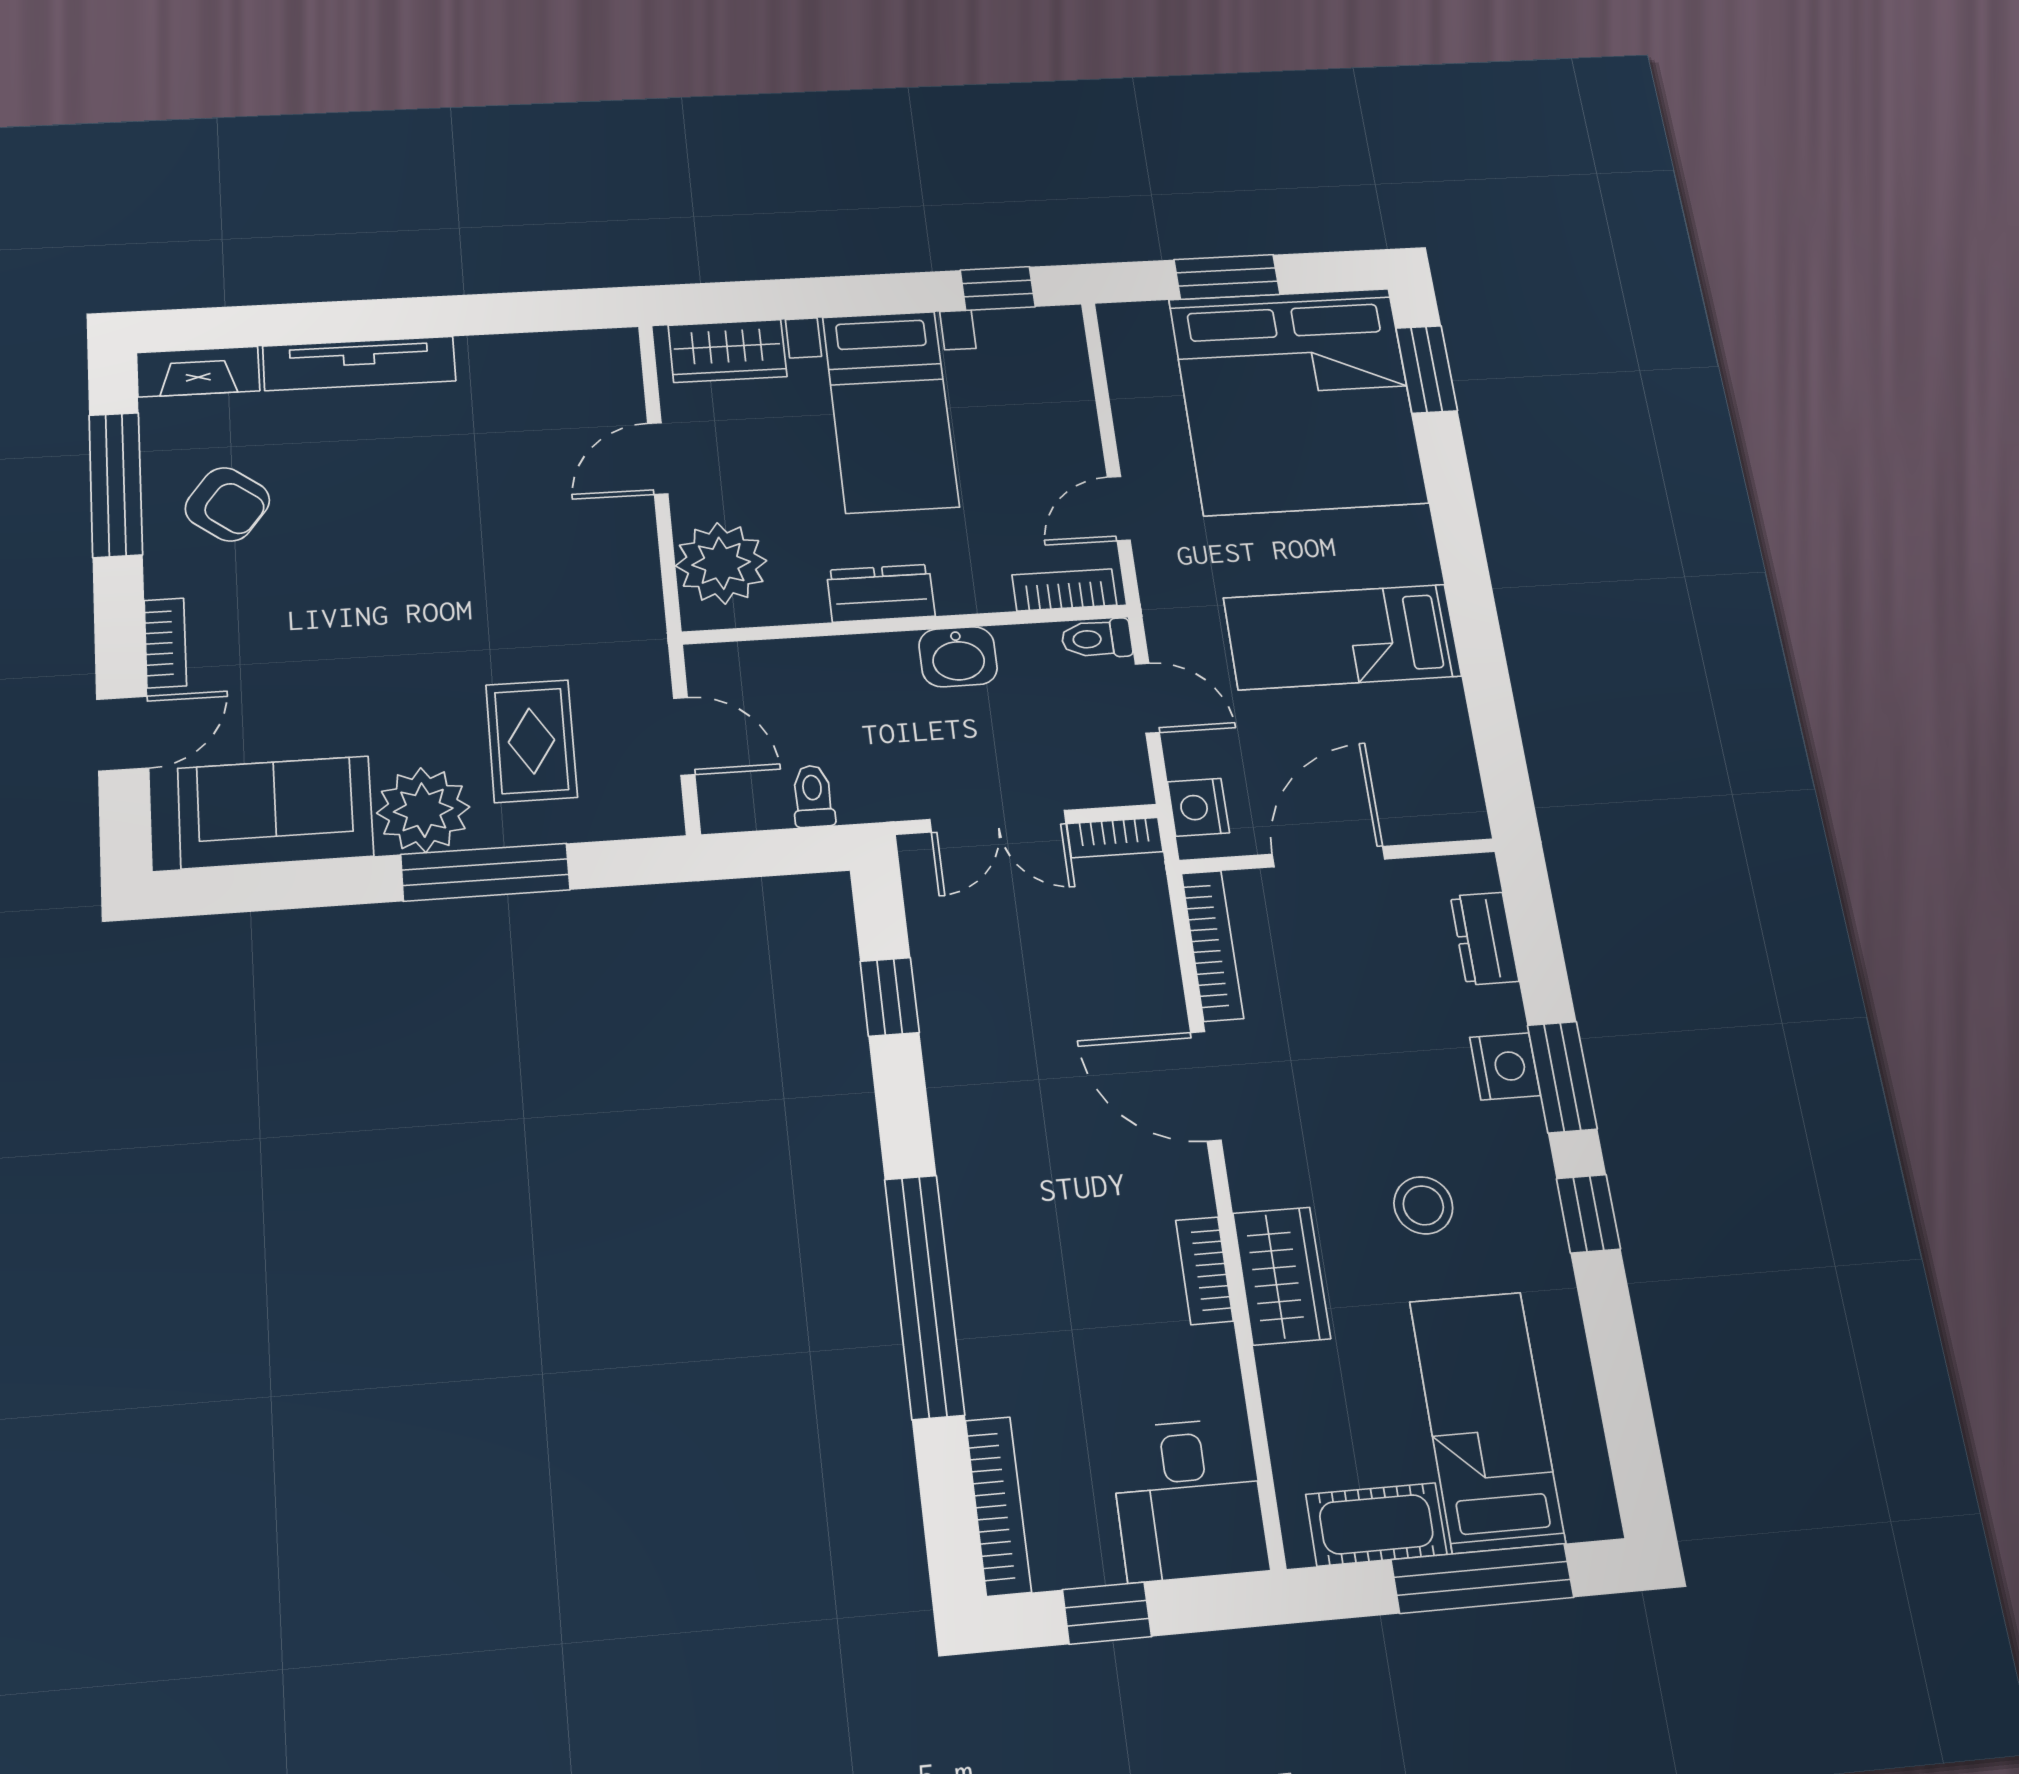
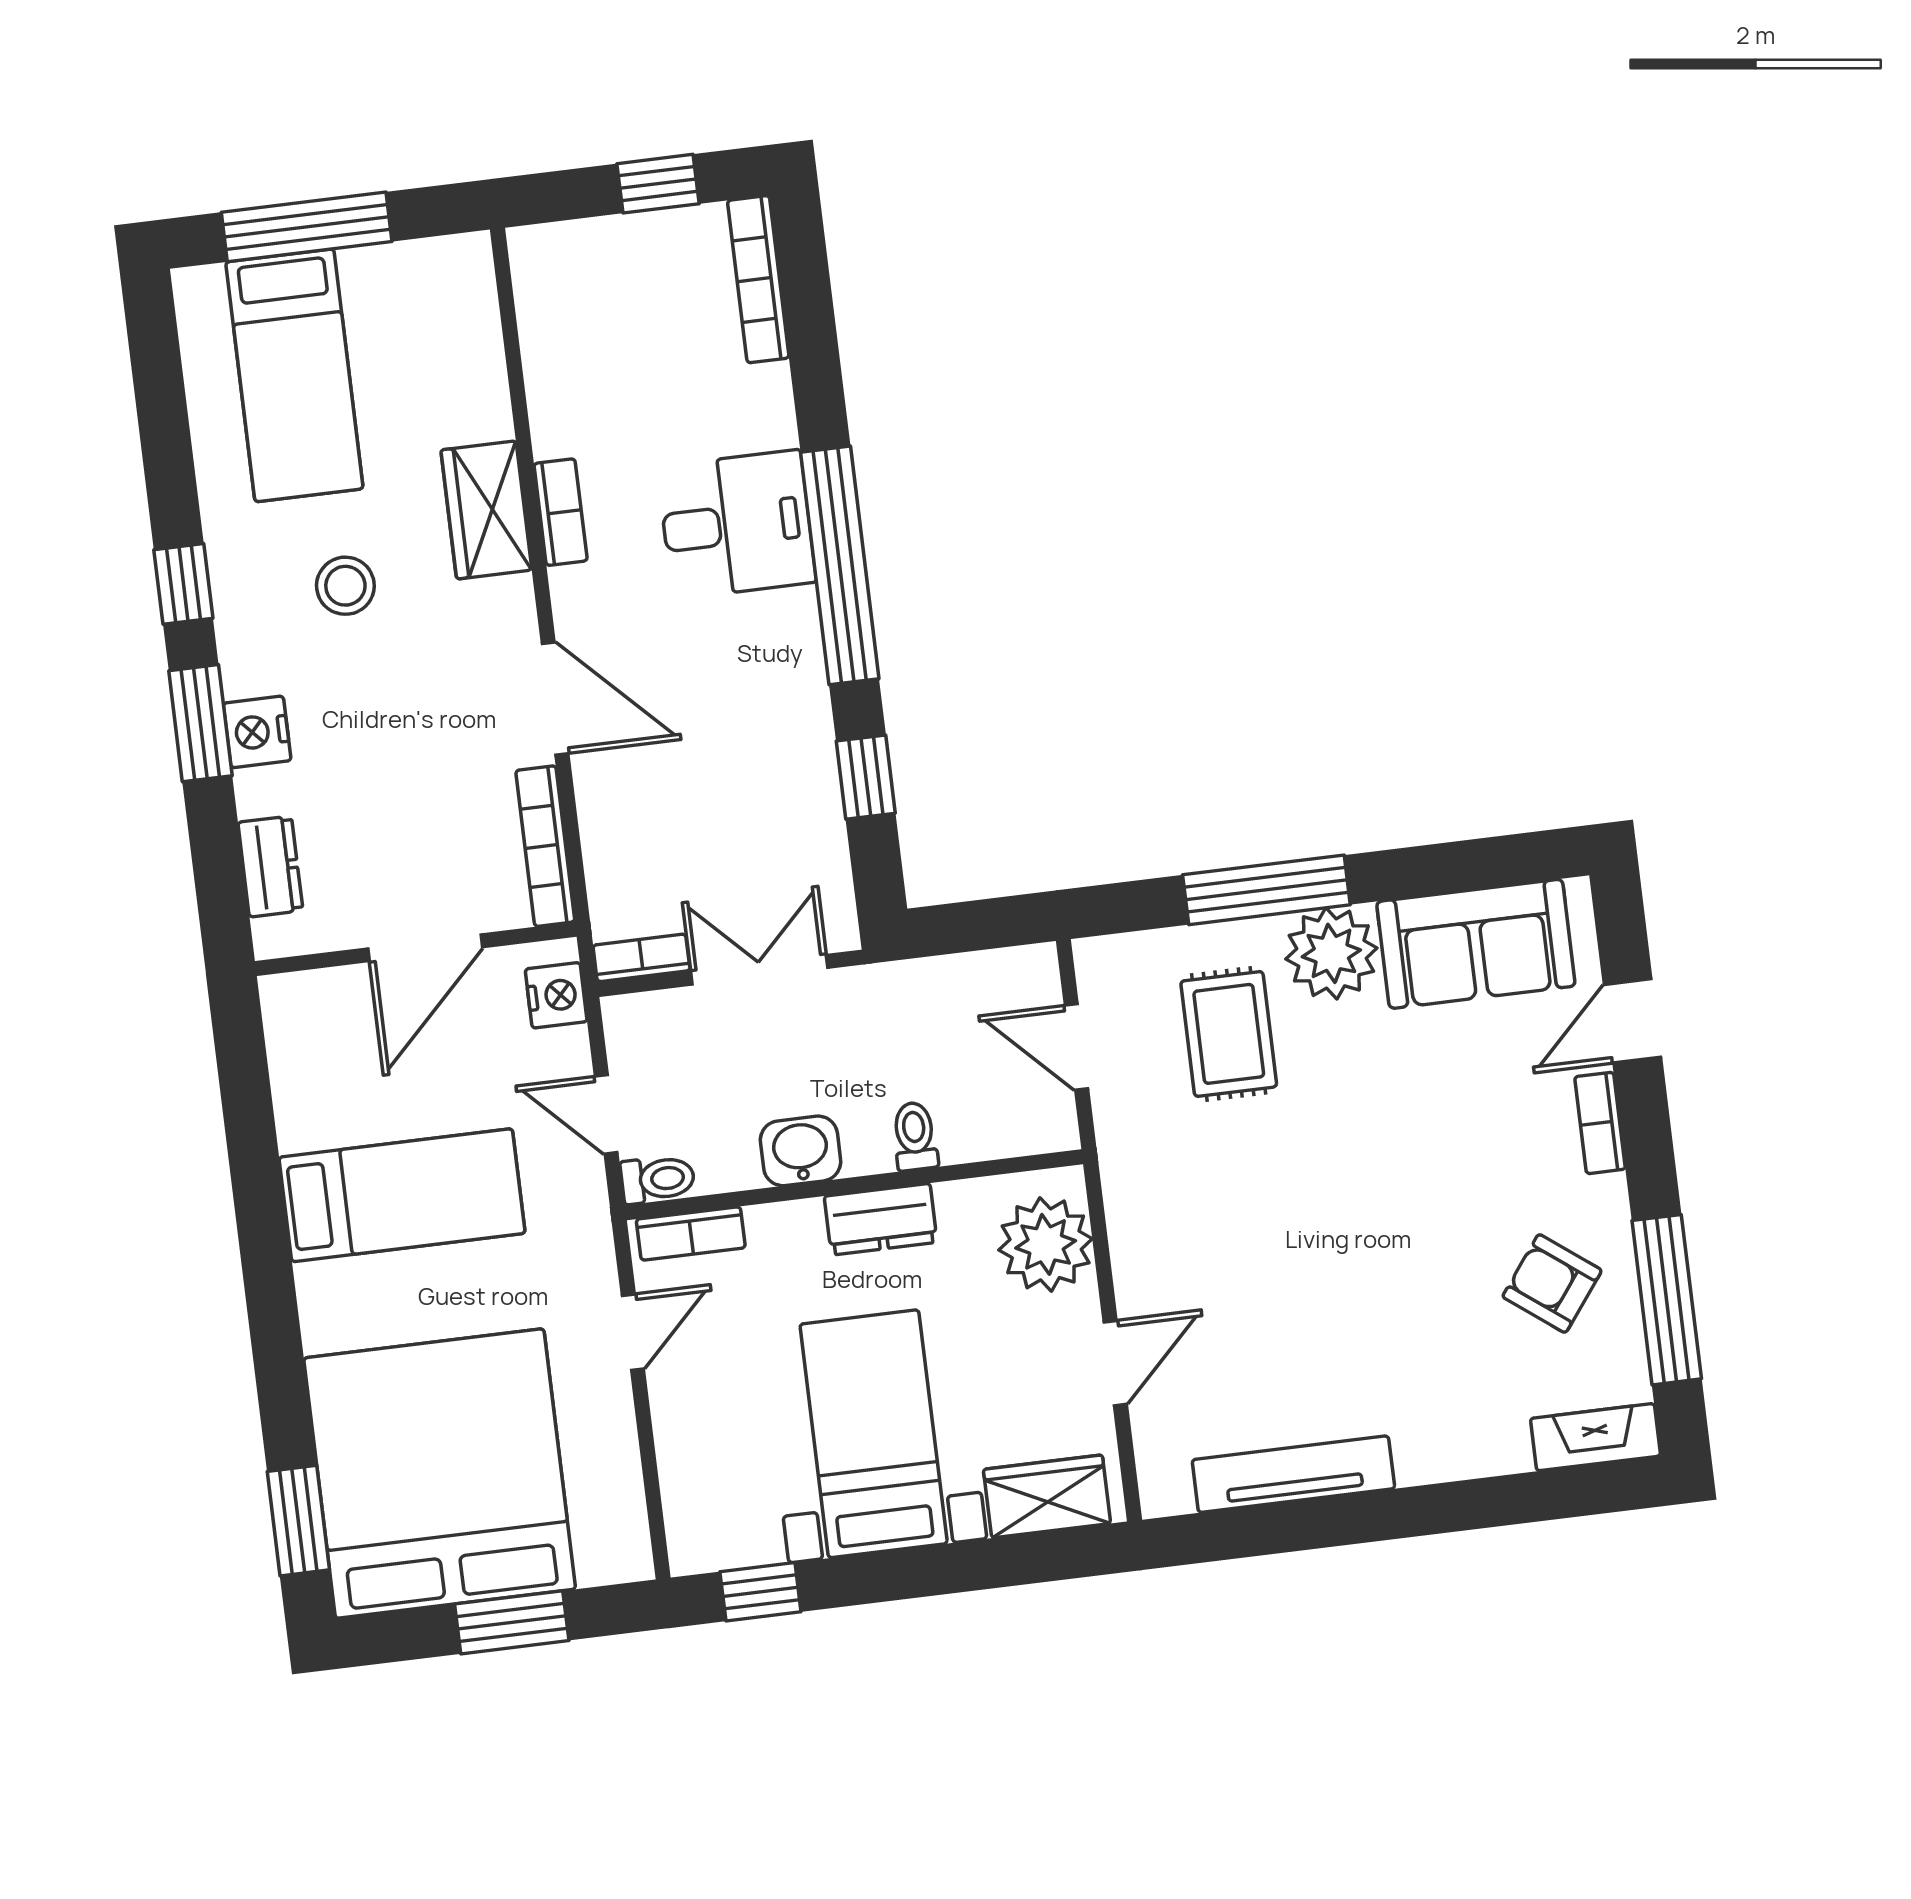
tv unit: (359, 363) -> (1293, 1474), moved
toilet: (813, 796) -> (915, 1136), moved, turned 180
window: (924, 1296) -> (840, 565), moved
desk: (1189, 1499) -> (737, 524), moved, turned 90
cot: (1376, 1524) -> (404, 274), removed

